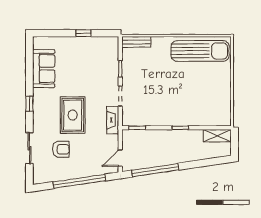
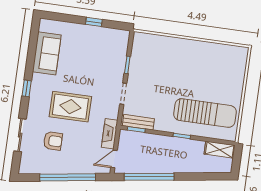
bench: (136, 42) -> (138, 122), moved
sun lounger: (200, 51) -> (205, 113), moved
rug: (73, 115) -> (70, 107), turned 90
fireplace: (113, 120) -> (110, 134), moved

